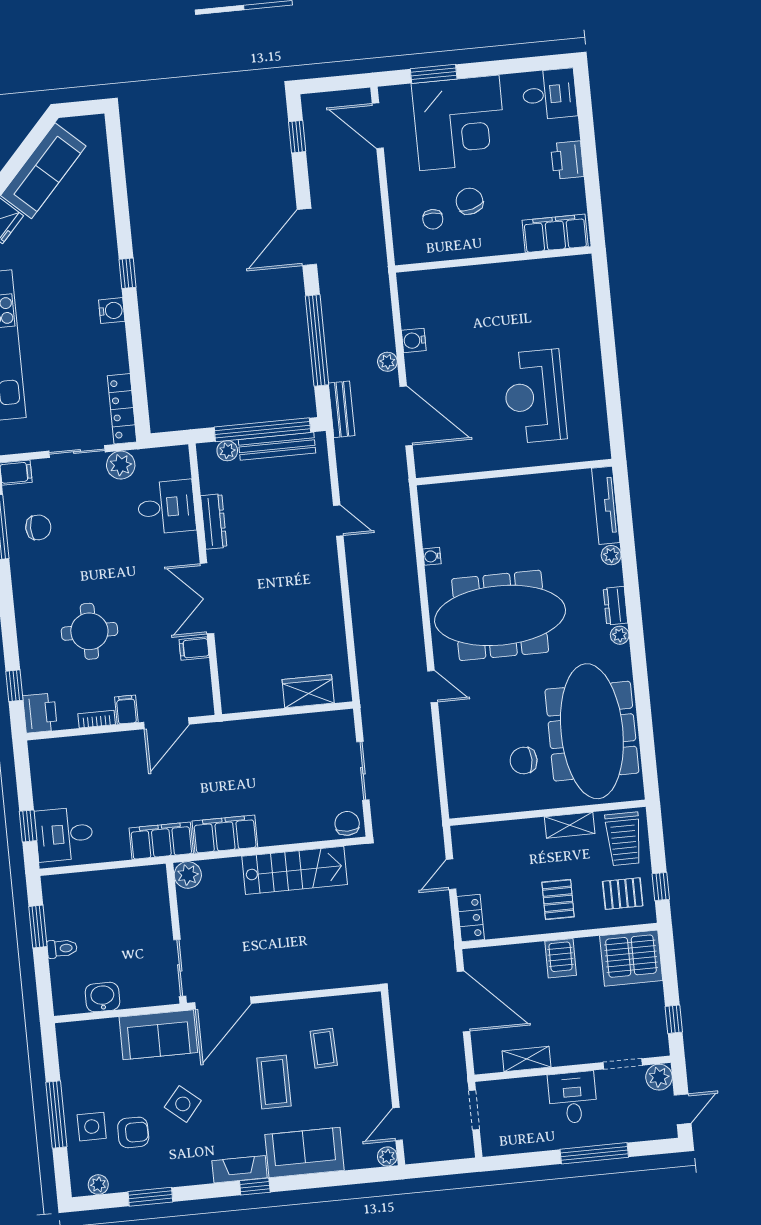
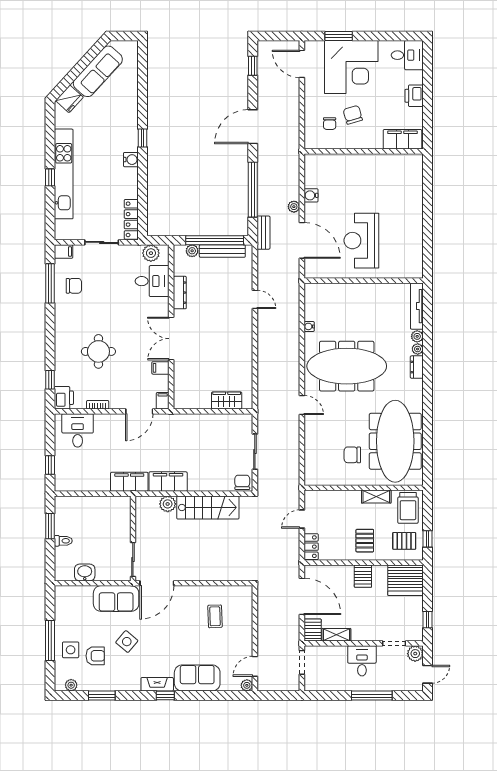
reception desk: (535, 396) -> (361, 241), moved
plant: (121, 465) -> (151, 253), moved
plant: (620, 635) -> (418, 349), moved
filing cabinet: (126, 710) -> (163, 401), moved
desk: (64, 834) -> (78, 430), moved, turned 90
plant: (188, 875) -> (168, 504), moved
server rack: (486, 1055) -> (313, 630), added
coffee table: (274, 1082) -> (183, 634), removed

